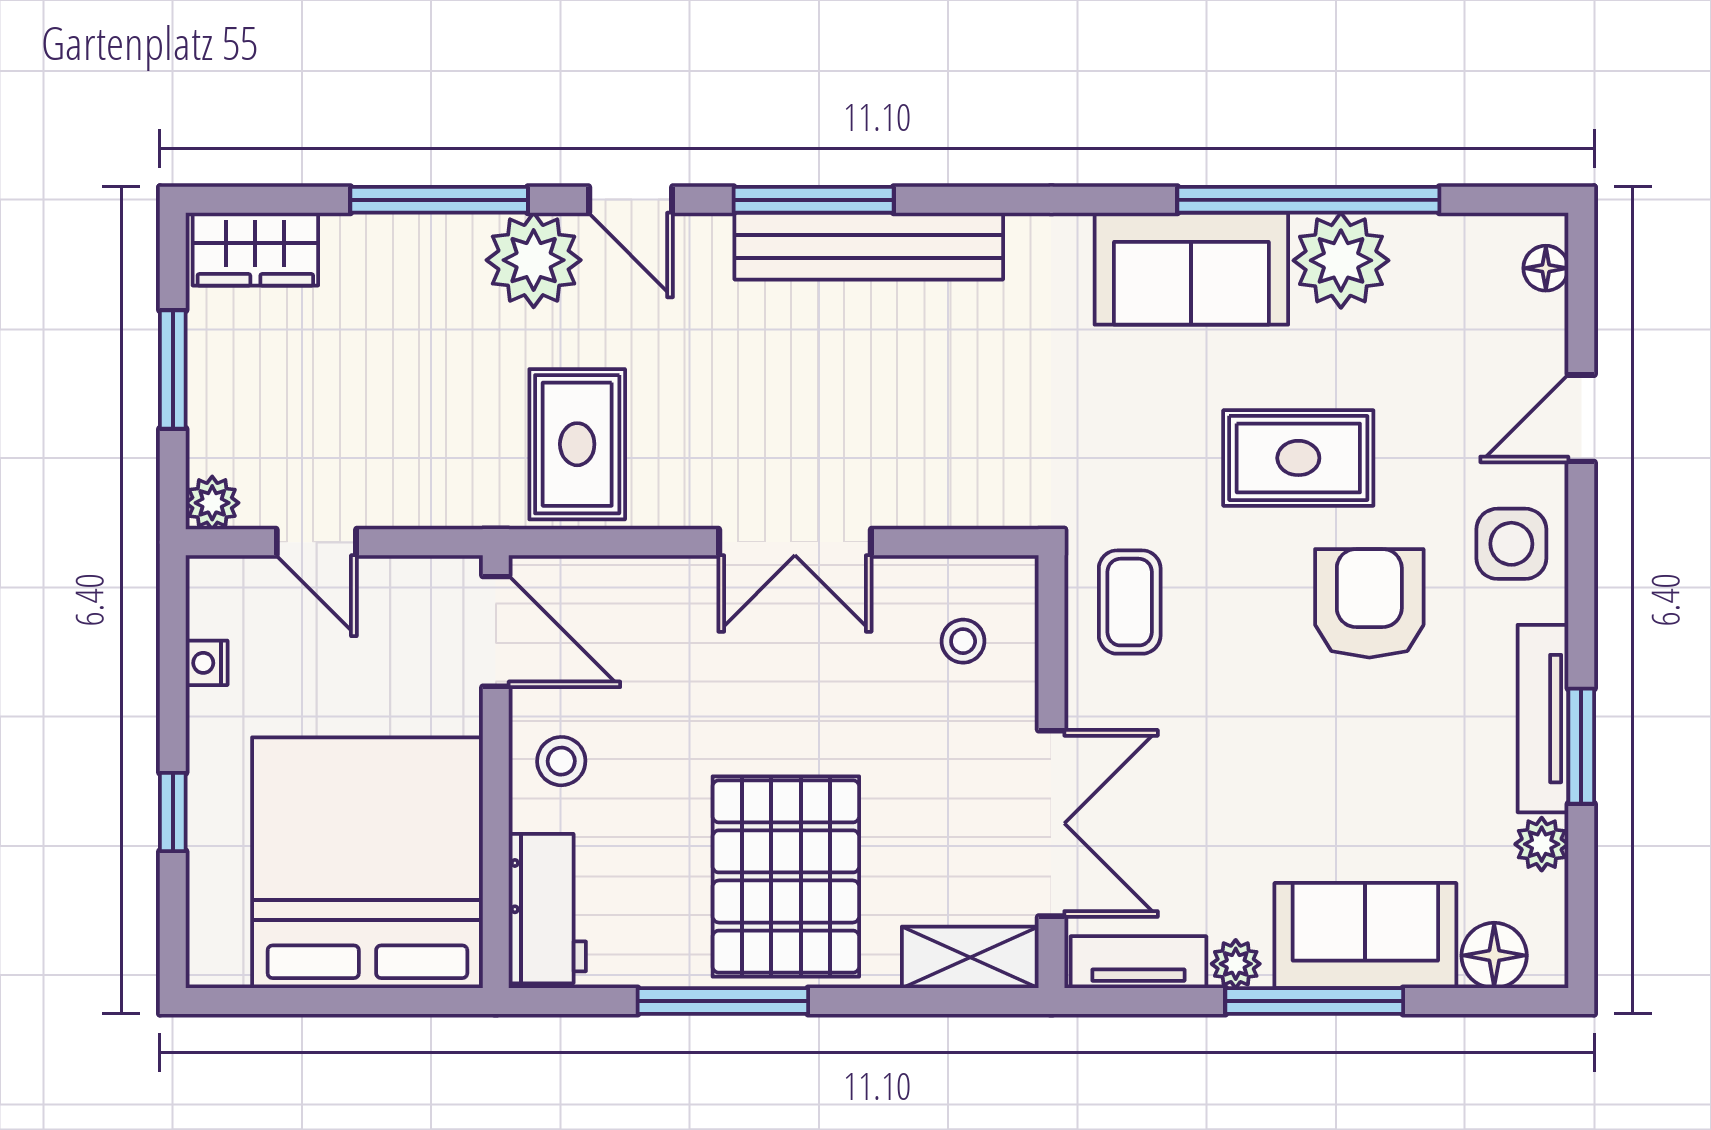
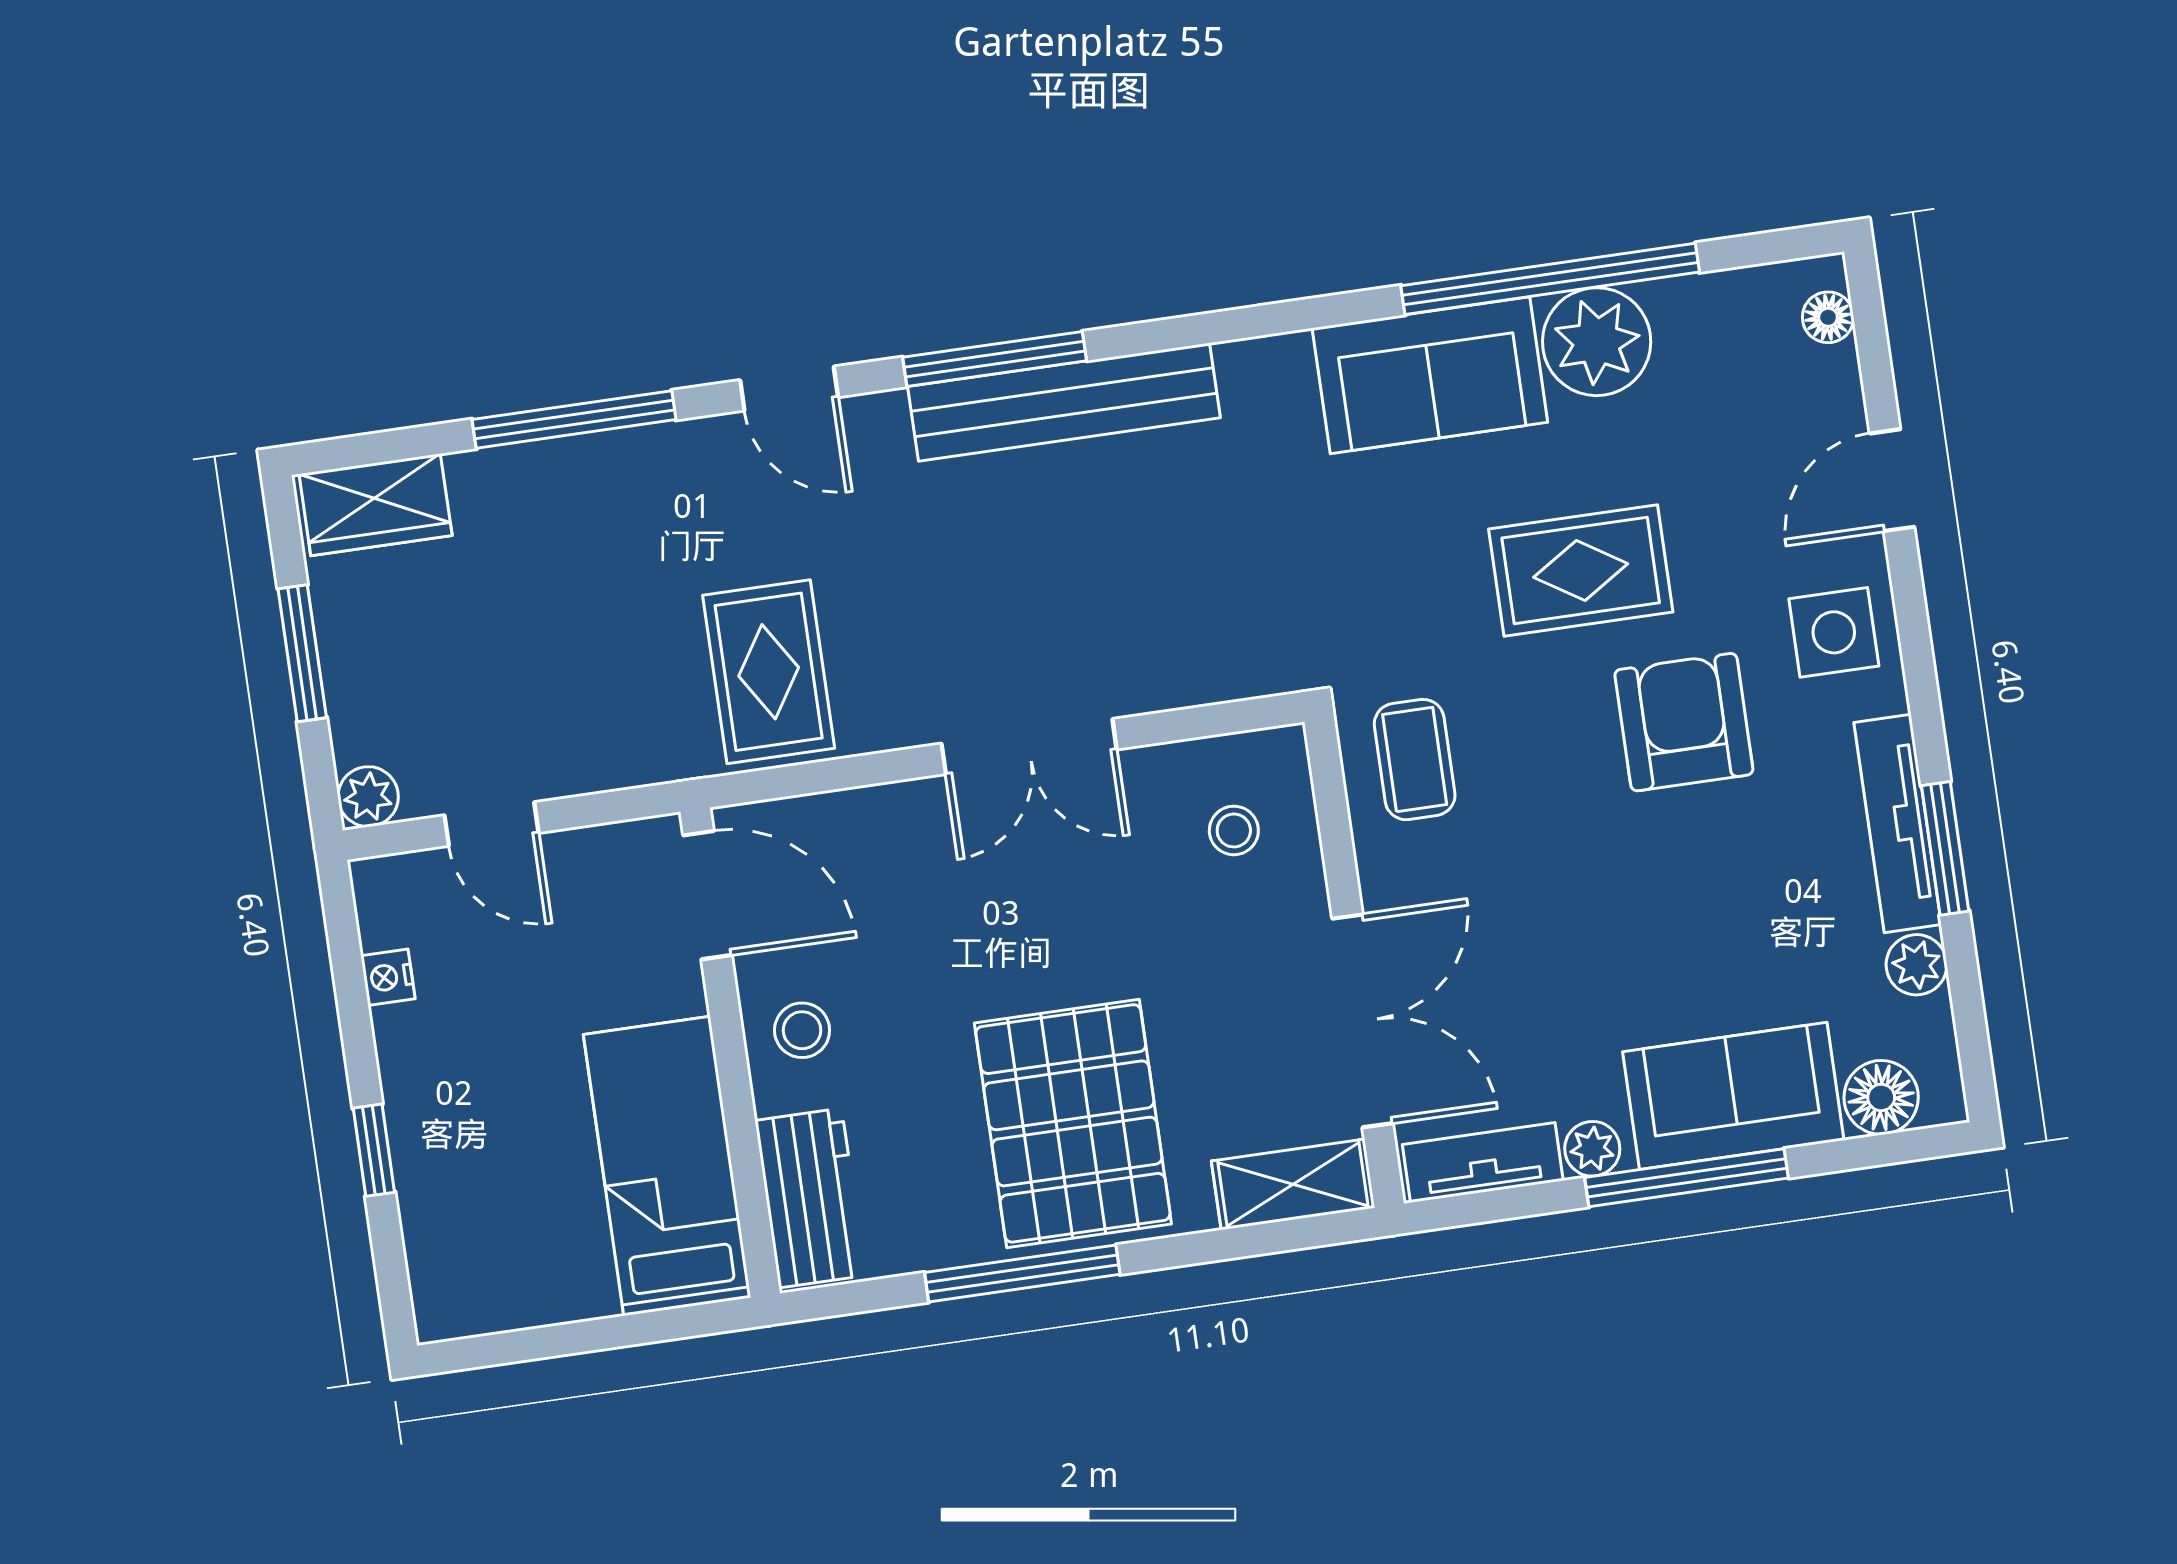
plant: (534, 260) -> (690, 472), removed
bed: (367, 863) -> (667, 1166), width x0.49

